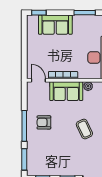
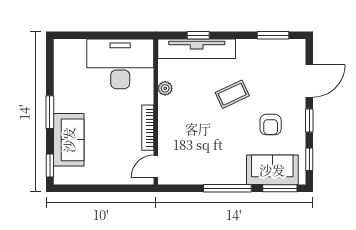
window: (85, 13) -> (50, 112), moved
sofa: (66, 91) -> (272, 170), moved, turned -90
armchair: (44, 122) -> (271, 125), moved

